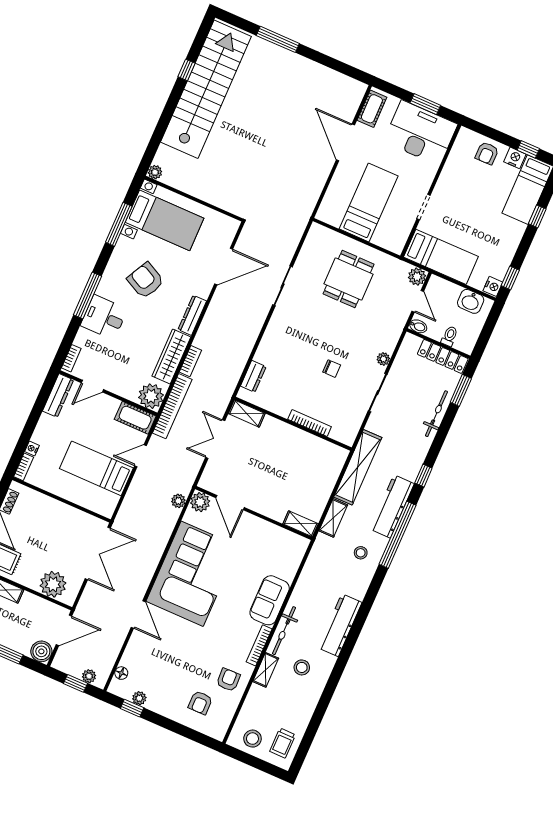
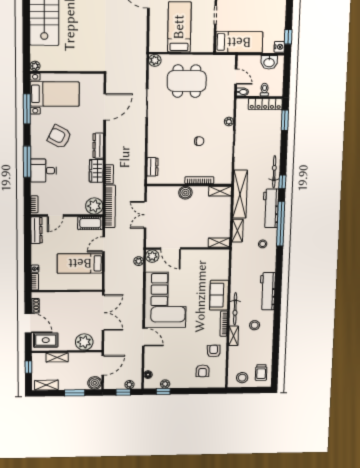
plant: (417, 277) -> (155, 60), moved
dining table: (349, 279) -> (187, 81), width x1.37
wardrobe: (171, 356) -> (96, 171), width x0.67
shelving: (247, 414) -> (220, 191), moved
bicycle: (436, 414) -> (274, 172), moved
boiler: (283, 432) -> (185, 193), added

